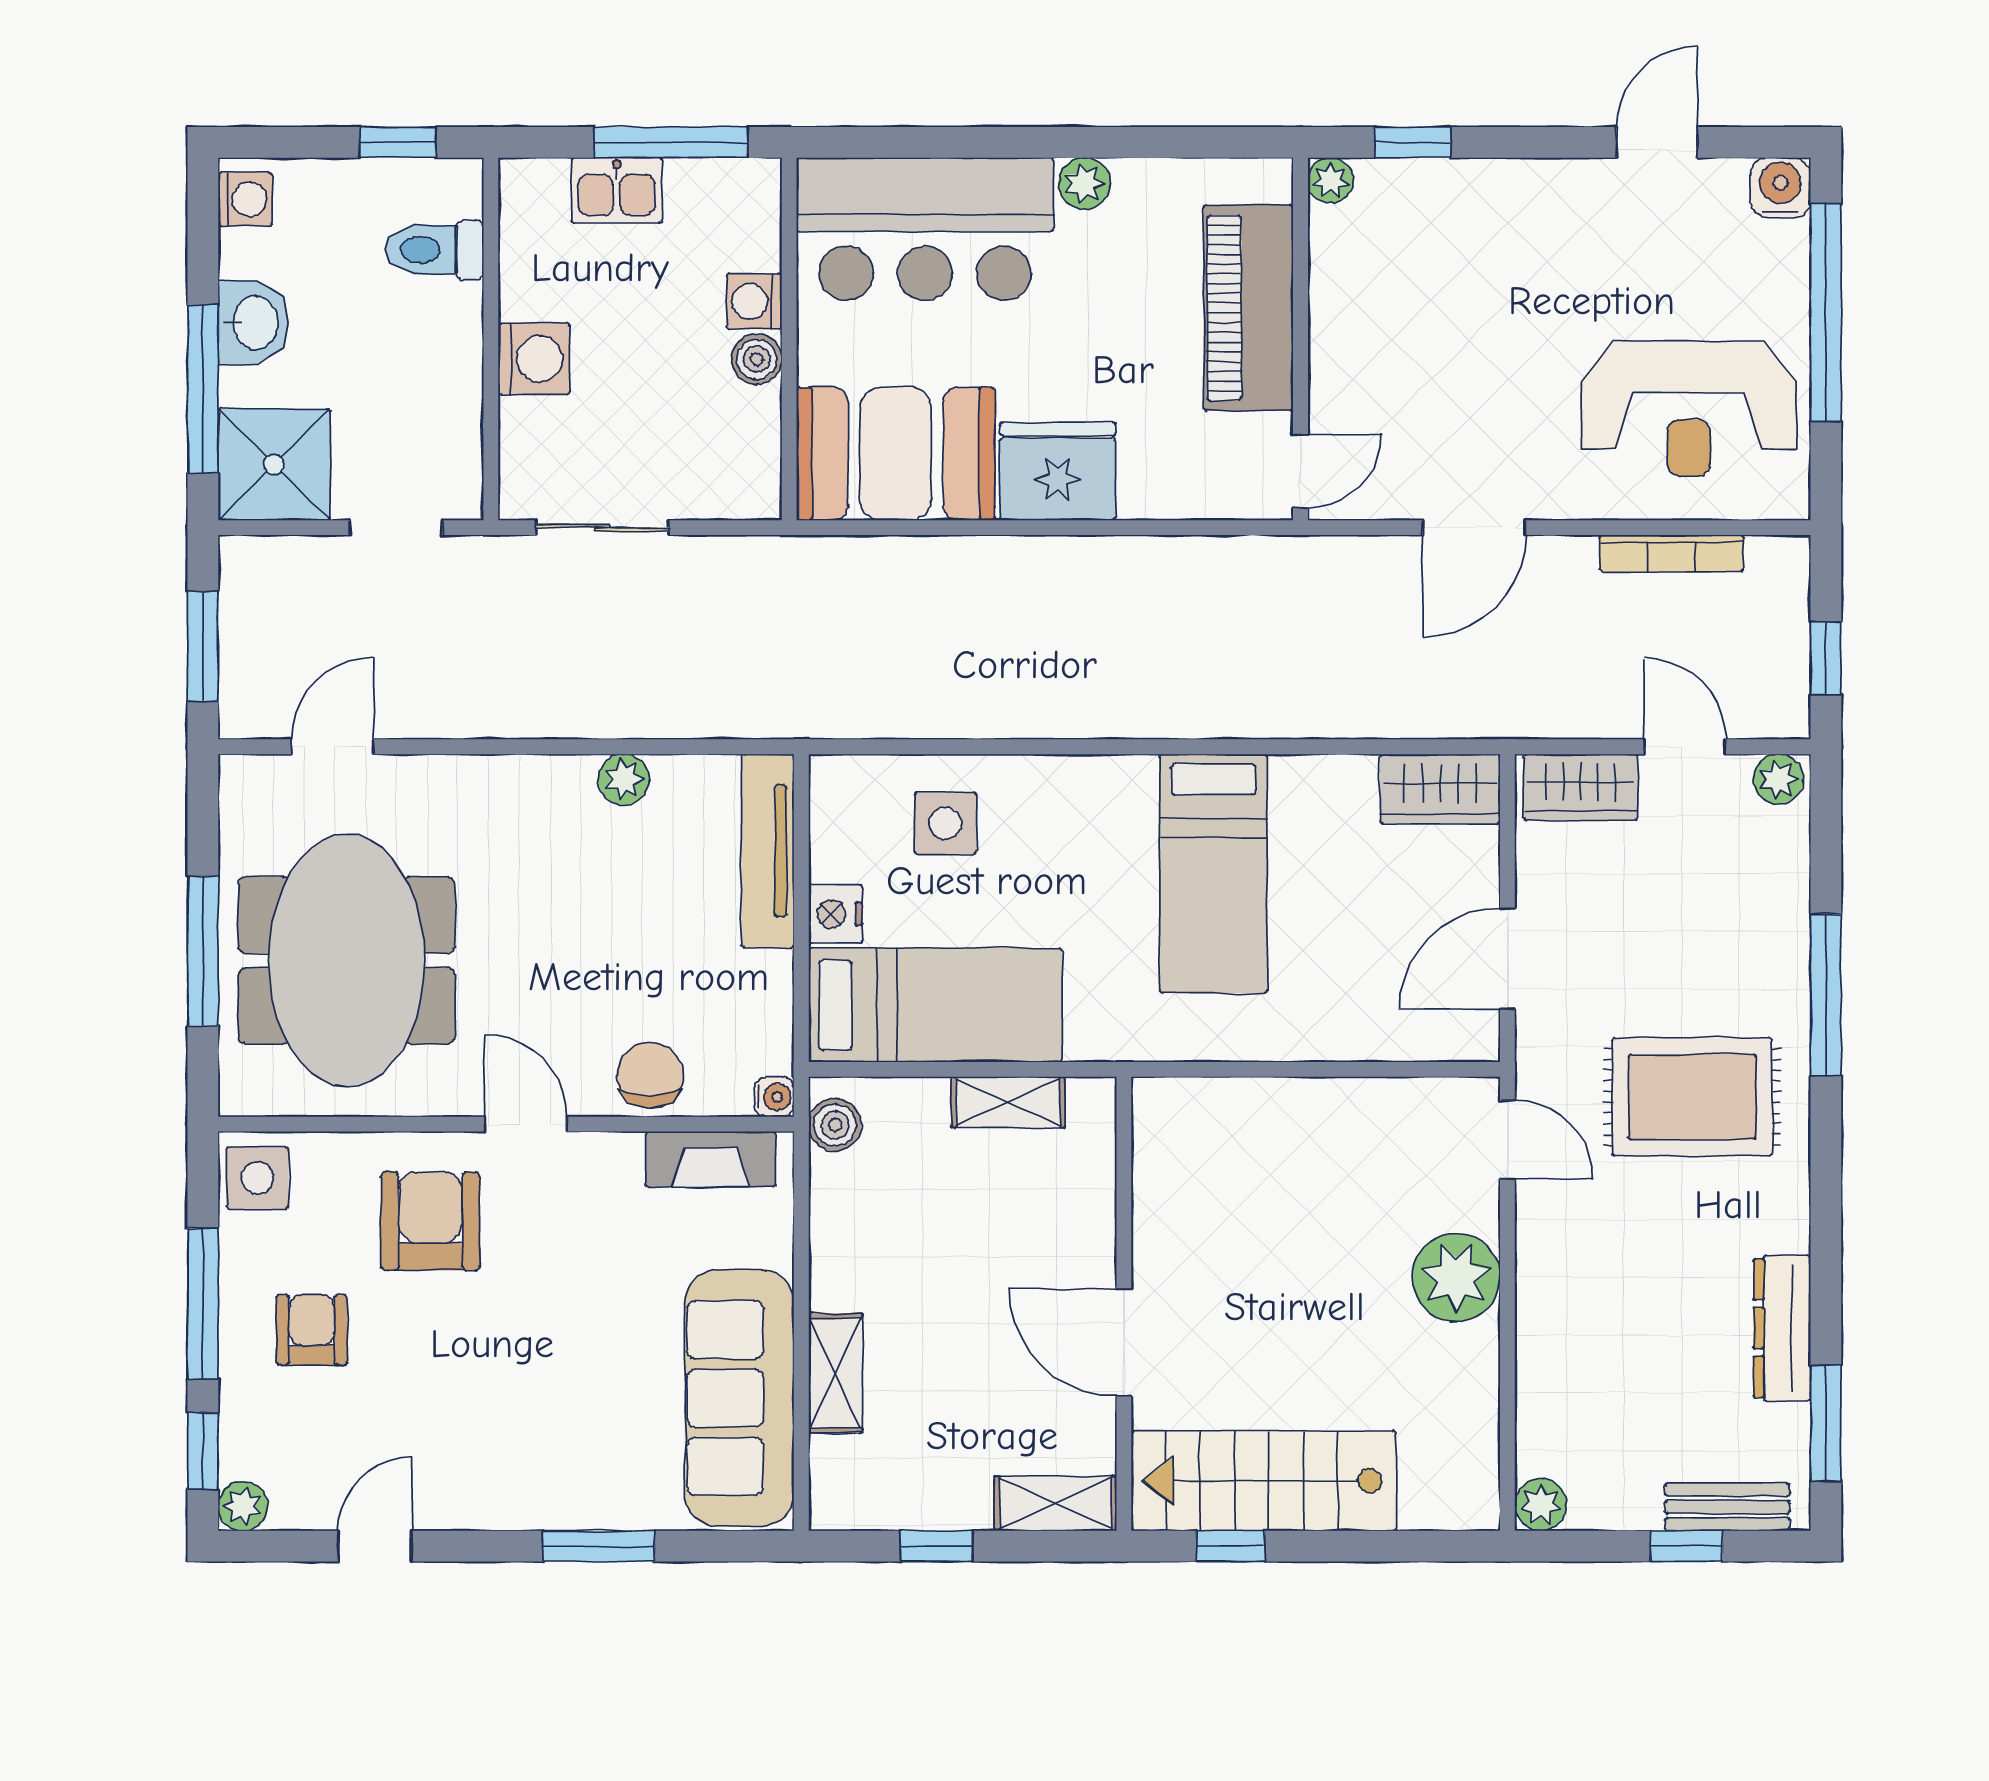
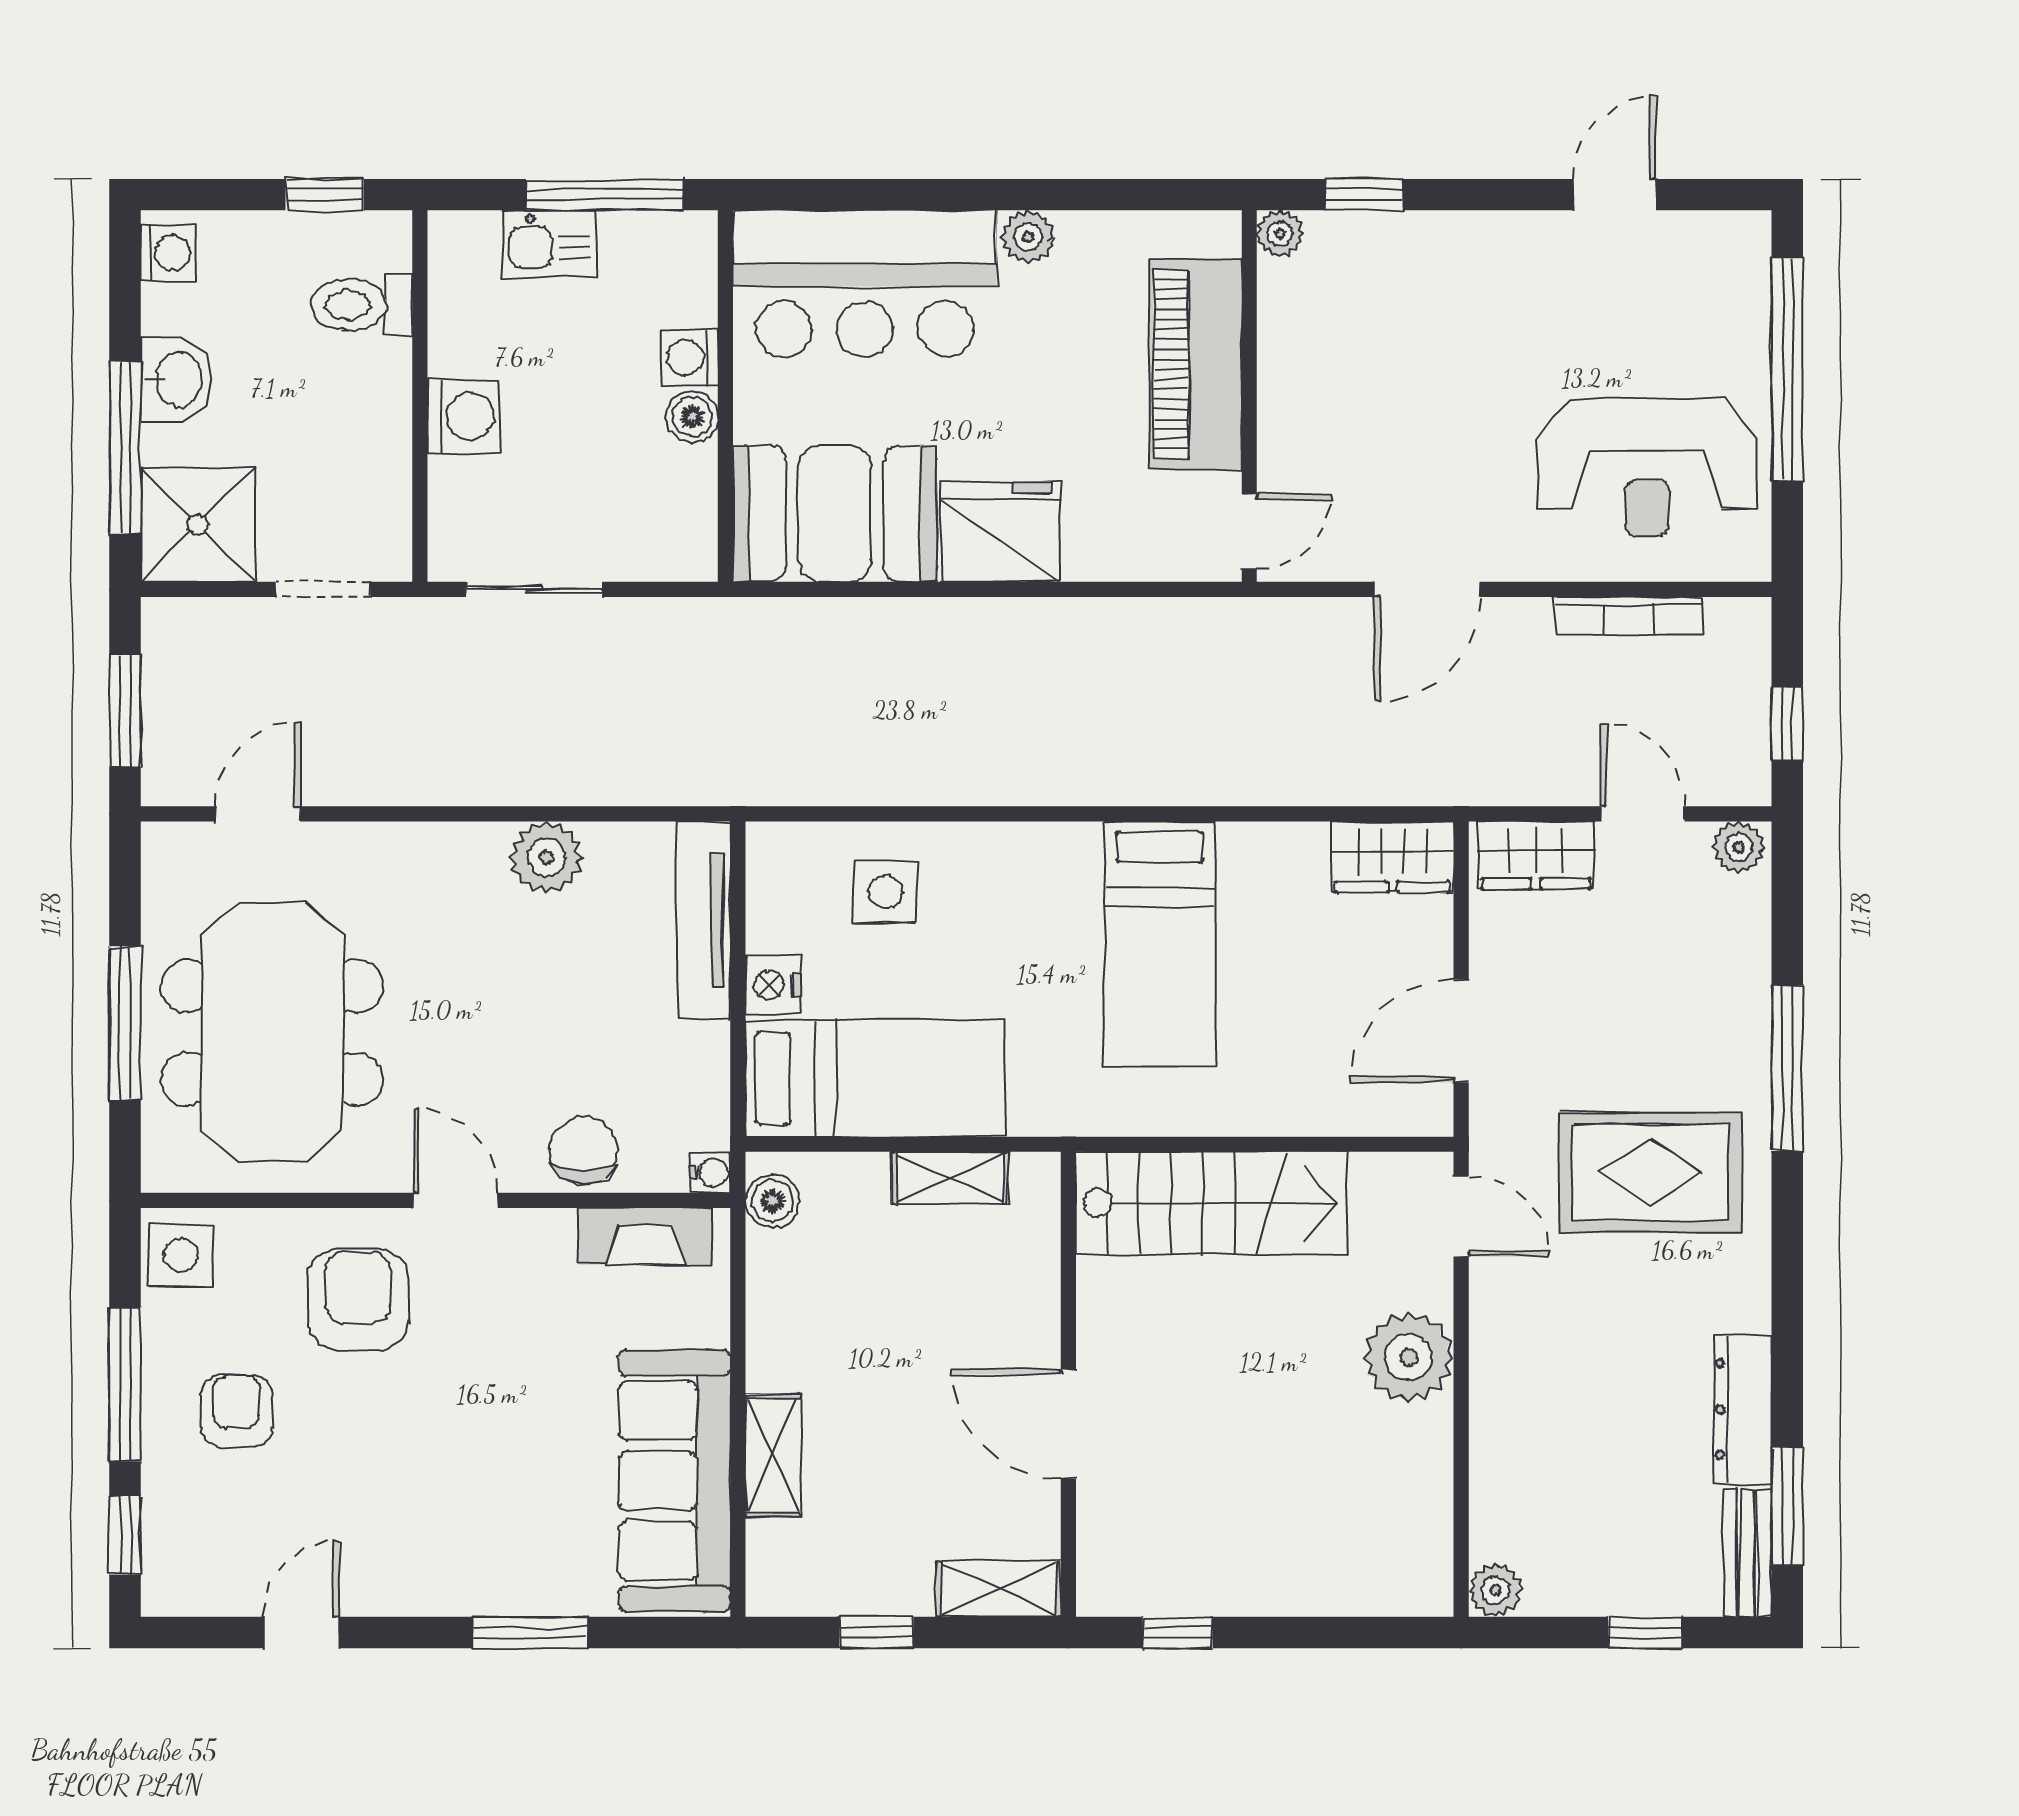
water cooler: (1780, 188) -> (1741, 241), removed
plant: (624, 780) -> (546, 857), width x1.38, depth x1.38
stairs: (1264, 1481) -> (1212, 1203), moved, turned 180
plant: (243, 1506) -> (166, 1592), removed
bench: (1727, 1507) -> (1747, 1553), moved, turned 90

